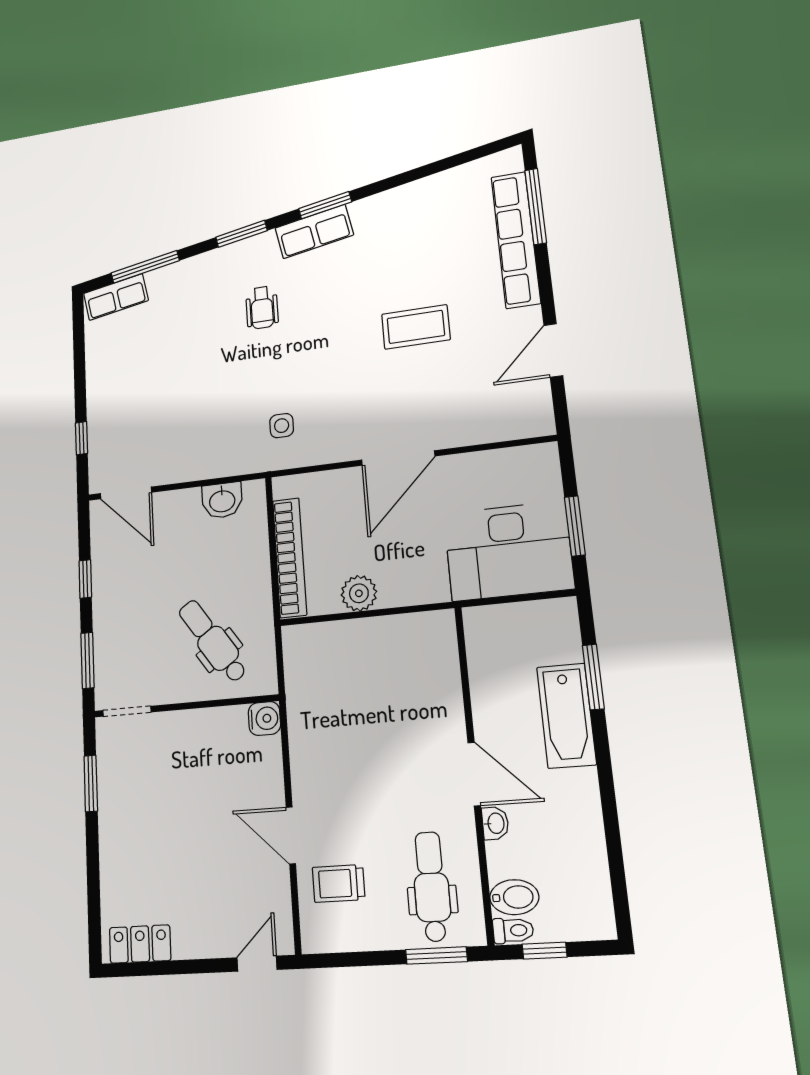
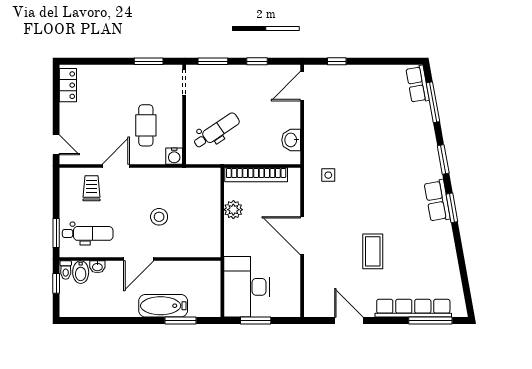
wheelchair: (262, 308) -> (397, 168), removed
stool: (385, 739) -> (159, 217), added
cafe table: (209, 780) -> (146, 125), added
washbasin: (495, 823) -> (97, 267), moved

